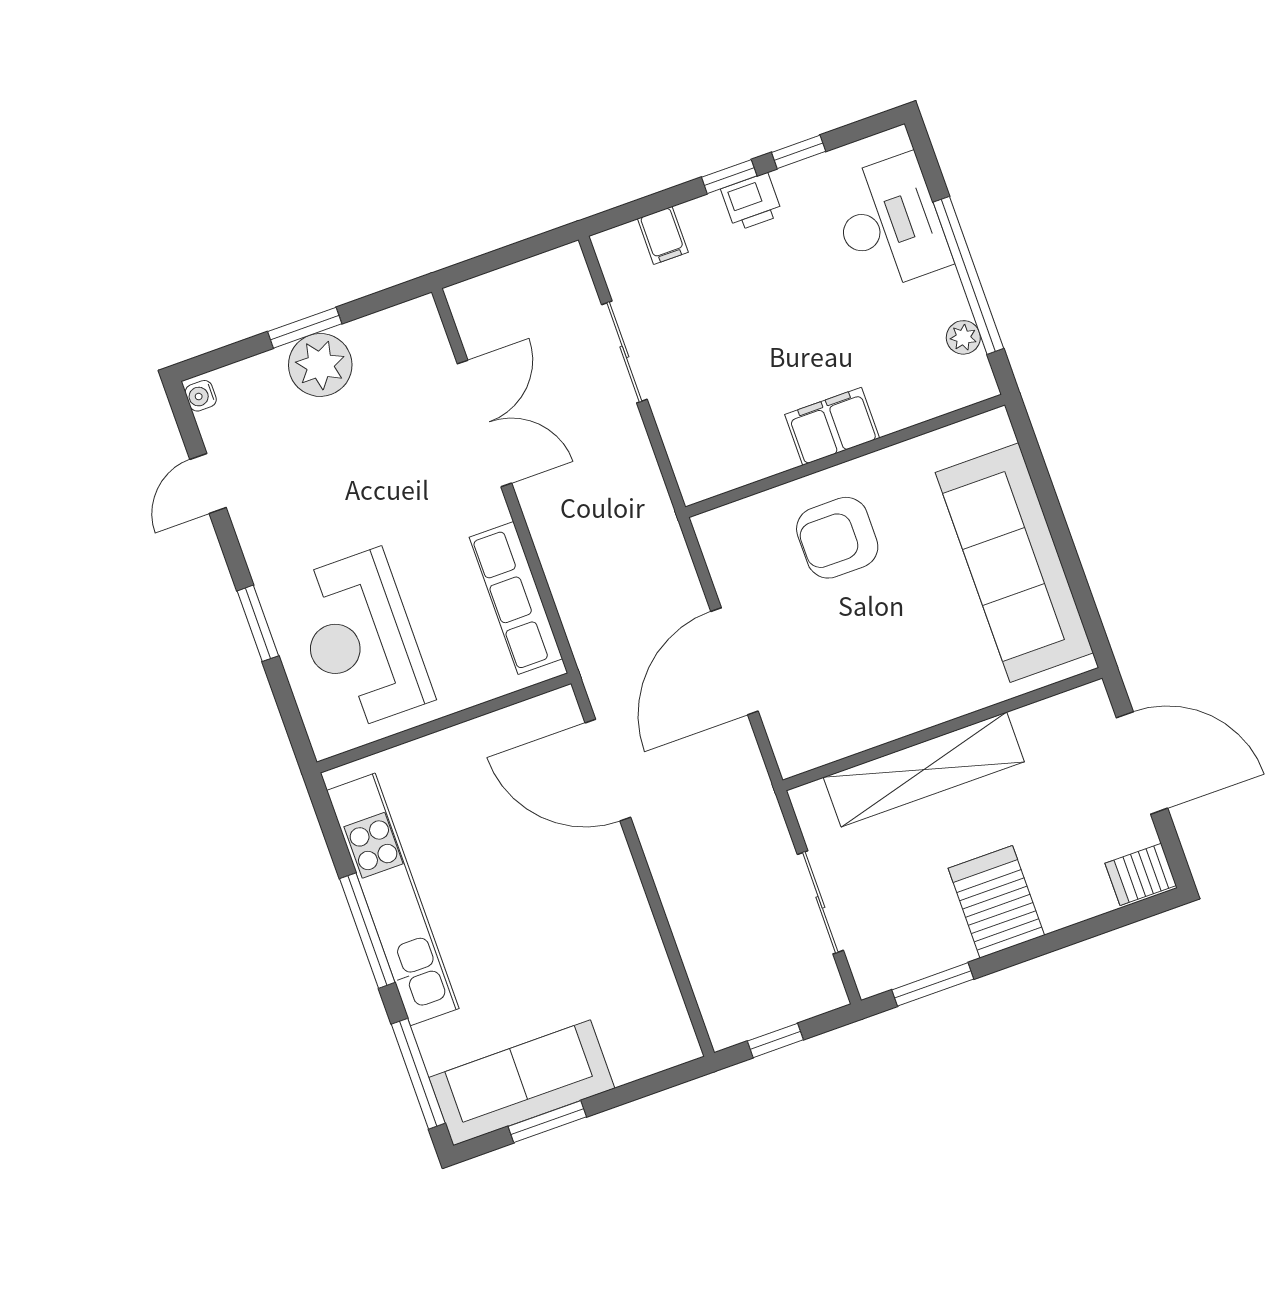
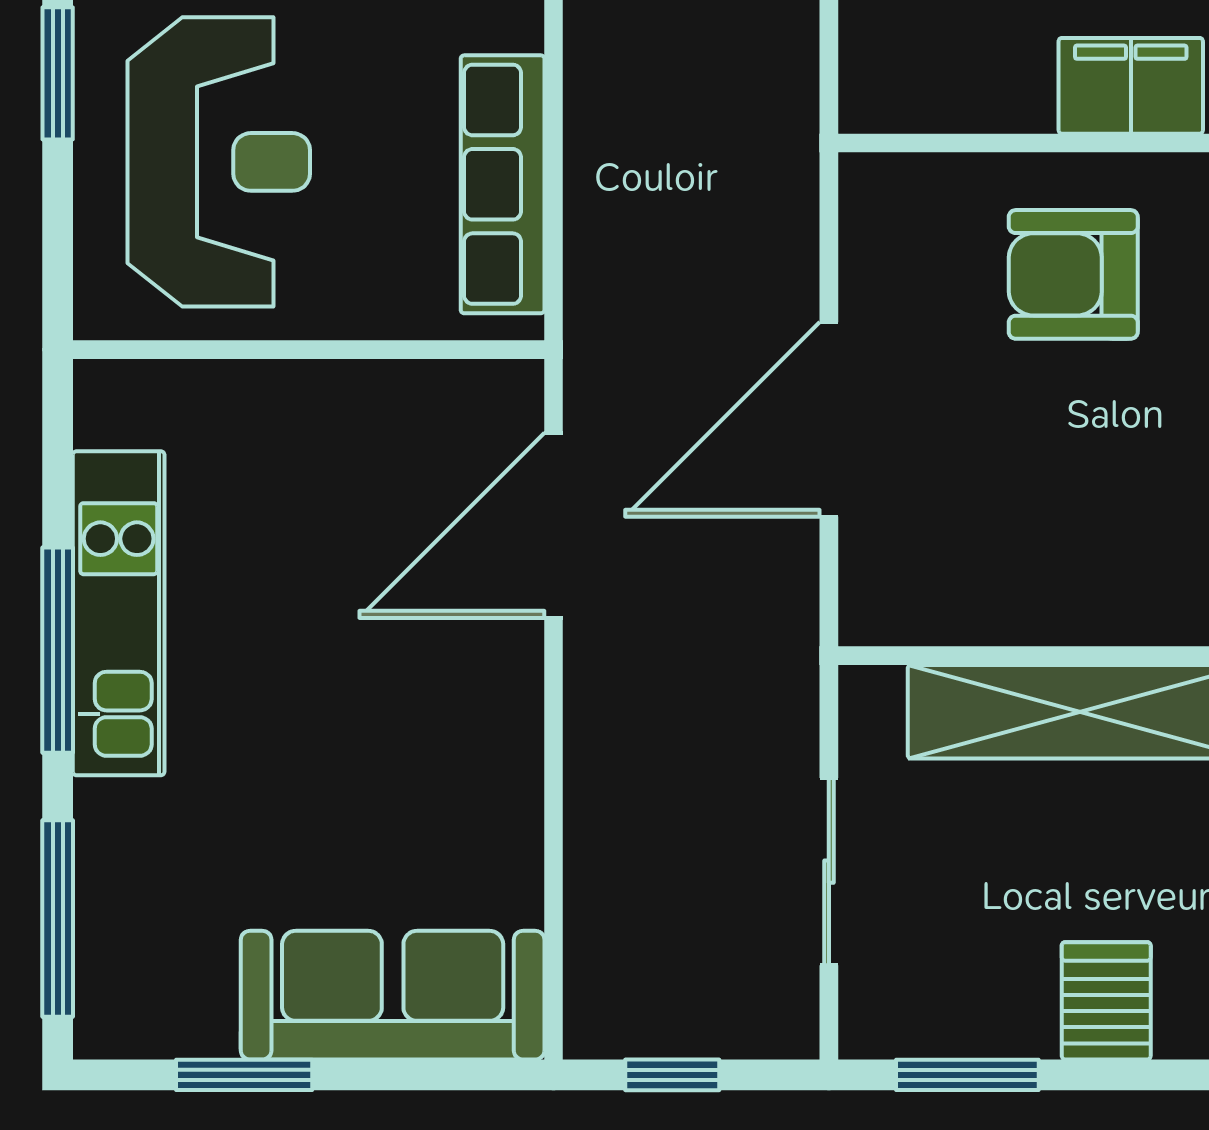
reception desk: (361, 640) -> (219, 162), turned 180
door: (608, 770) -> (553, 525), hinge flipped
kitchen unit: (393, 899) -> (119, 613), width x0.73
server rack: (996, 902) -> (1106, 1001), width x0.73, depth x0.70
sofa: (522, 1083) -> (393, 995), moved

